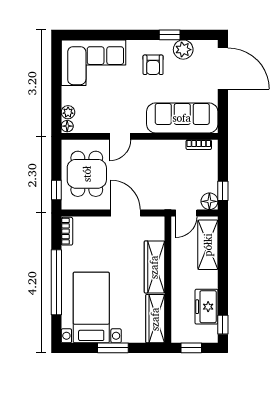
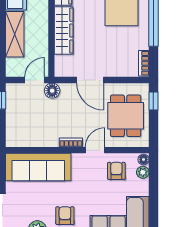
armchair: (97, 114) -> (116, 171), added
bookcase: (199, 145) -> (71, 142), moved
floor lamp: (209, 201) -> (52, 91), moved
shelving: (208, 245) -> (15, 34), moved

